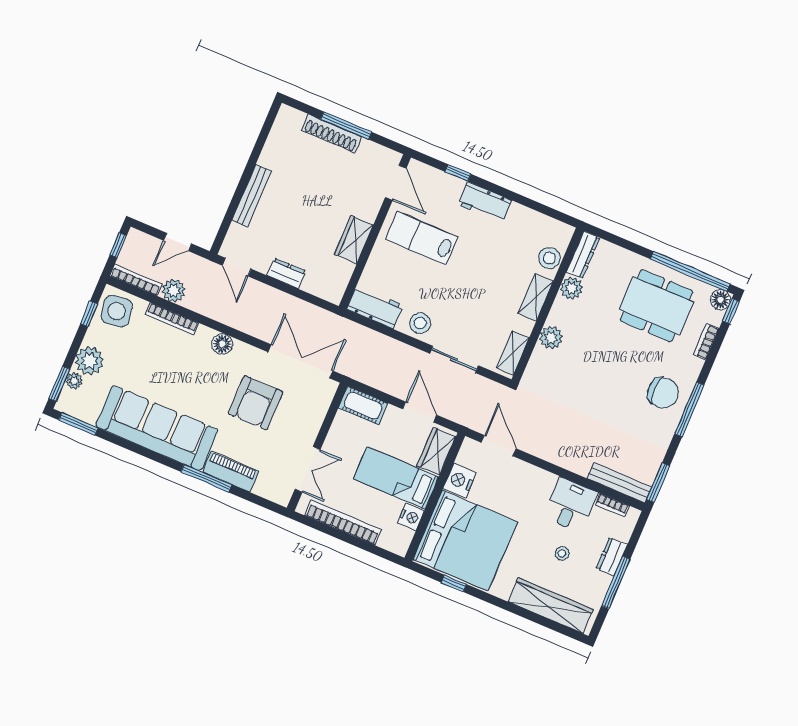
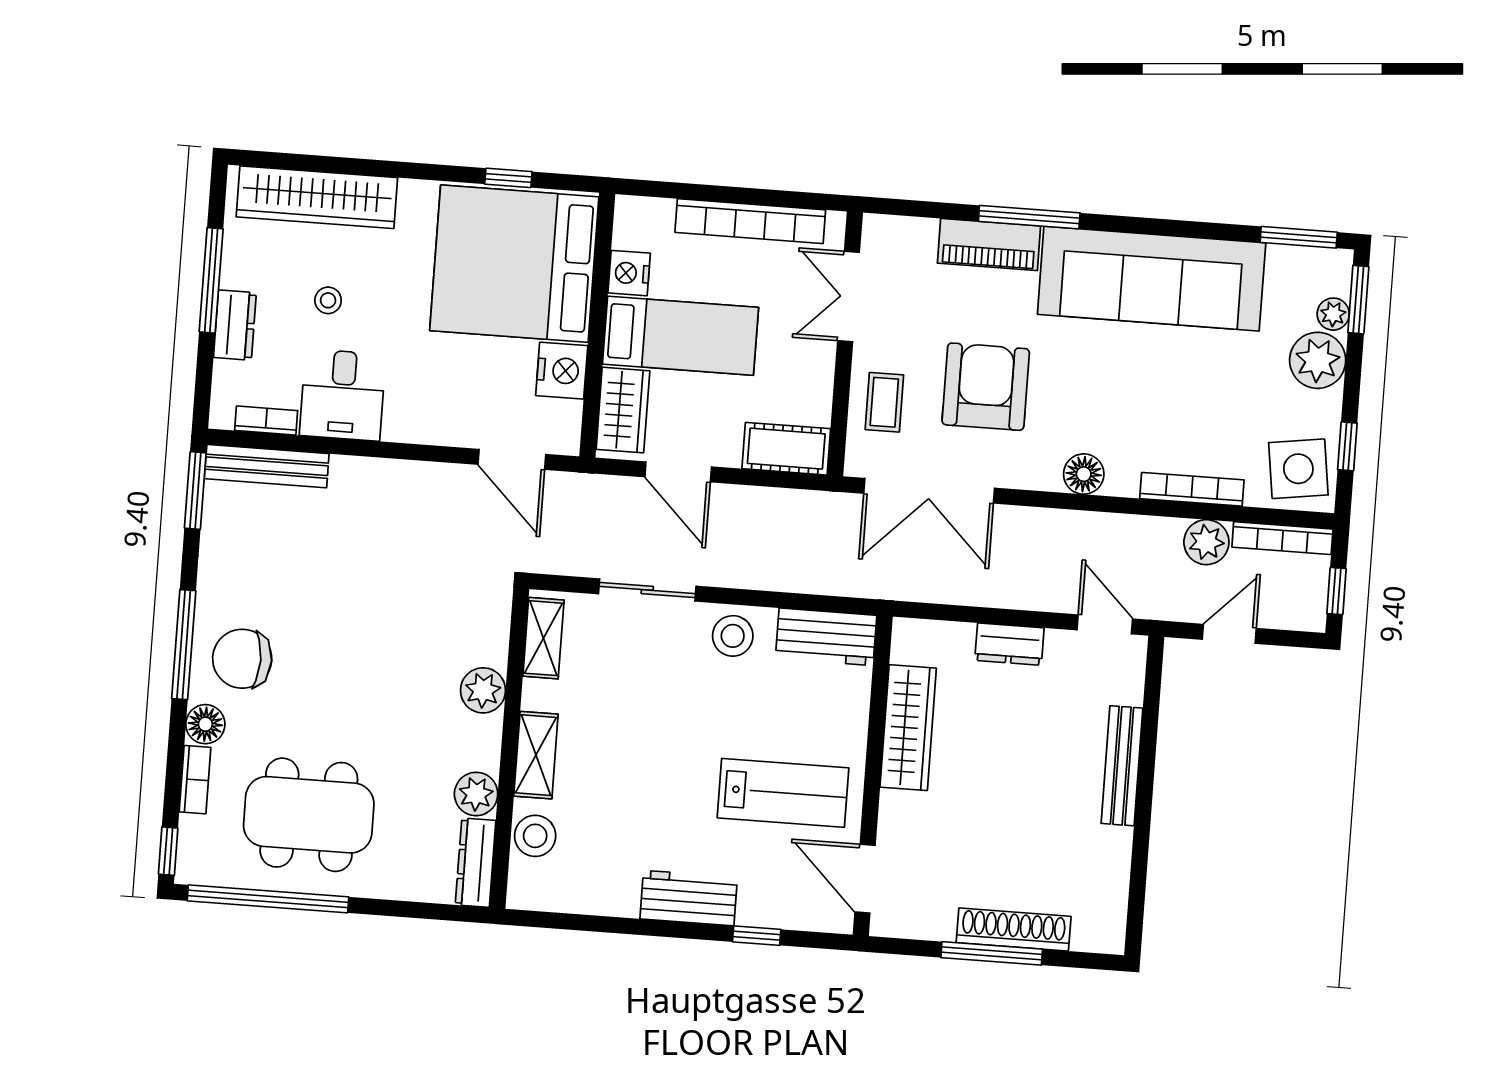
wardrobe: (354, 240) -> (908, 728), width x1.50
floor lamp: (720, 300) -> (205, 724), moved
coffee table: (308, 412) -> (884, 402), added

